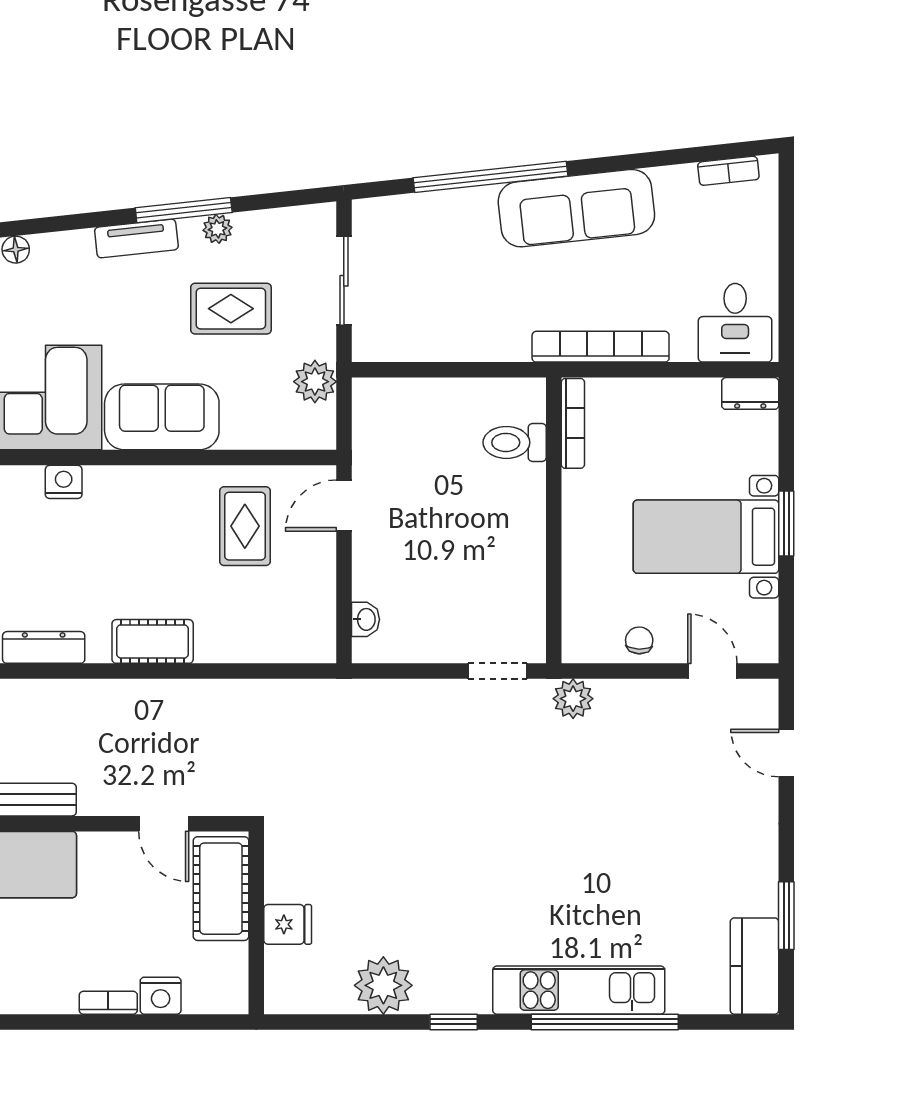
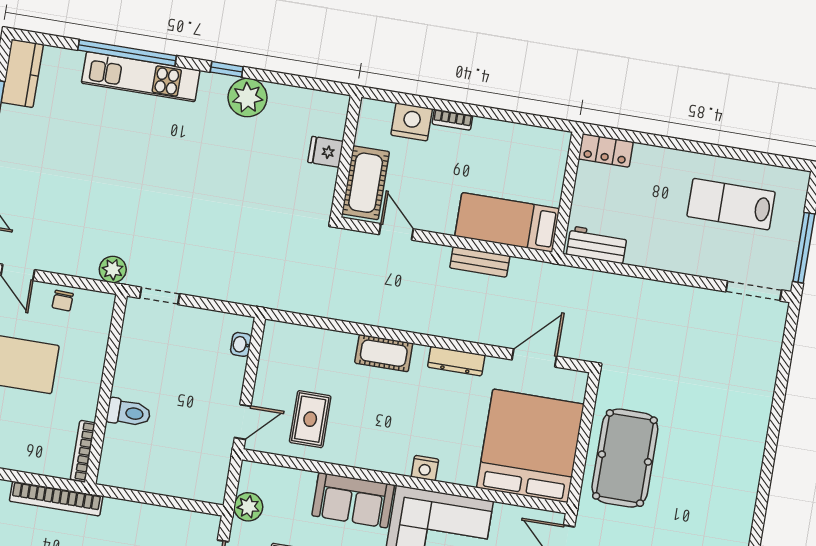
toilet: (515, 442) -> (129, 413), moved
plant: (383, 985) -> (248, 98), moved
nightstand: (161, 996) -> (412, 122), width x1.36, depth x1.33

